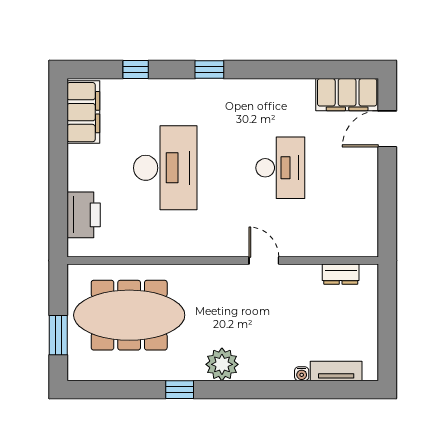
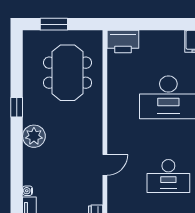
printer: (84, 215) -> (123, 42), moved
meeting table: (129, 315) -> (68, 73), width x0.73

